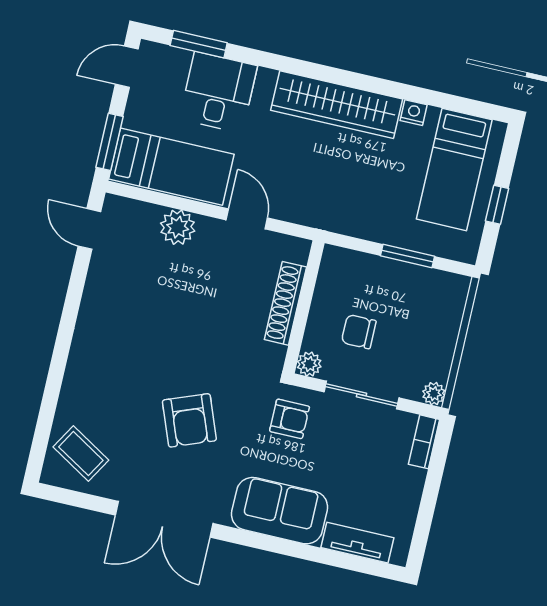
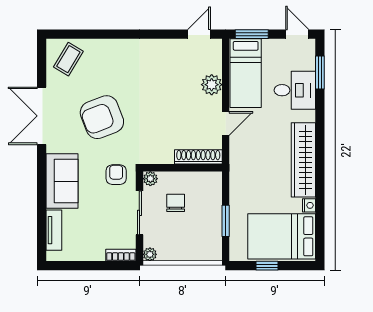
bed: (454, 169) -> (282, 236), width x1.50
shoe rack: (285, 303) -> (198, 157), moved
armchair: (290, 419) -> (116, 175), turned 180
armchair: (189, 420) -> (102, 117), width x1.36, depth x1.36

